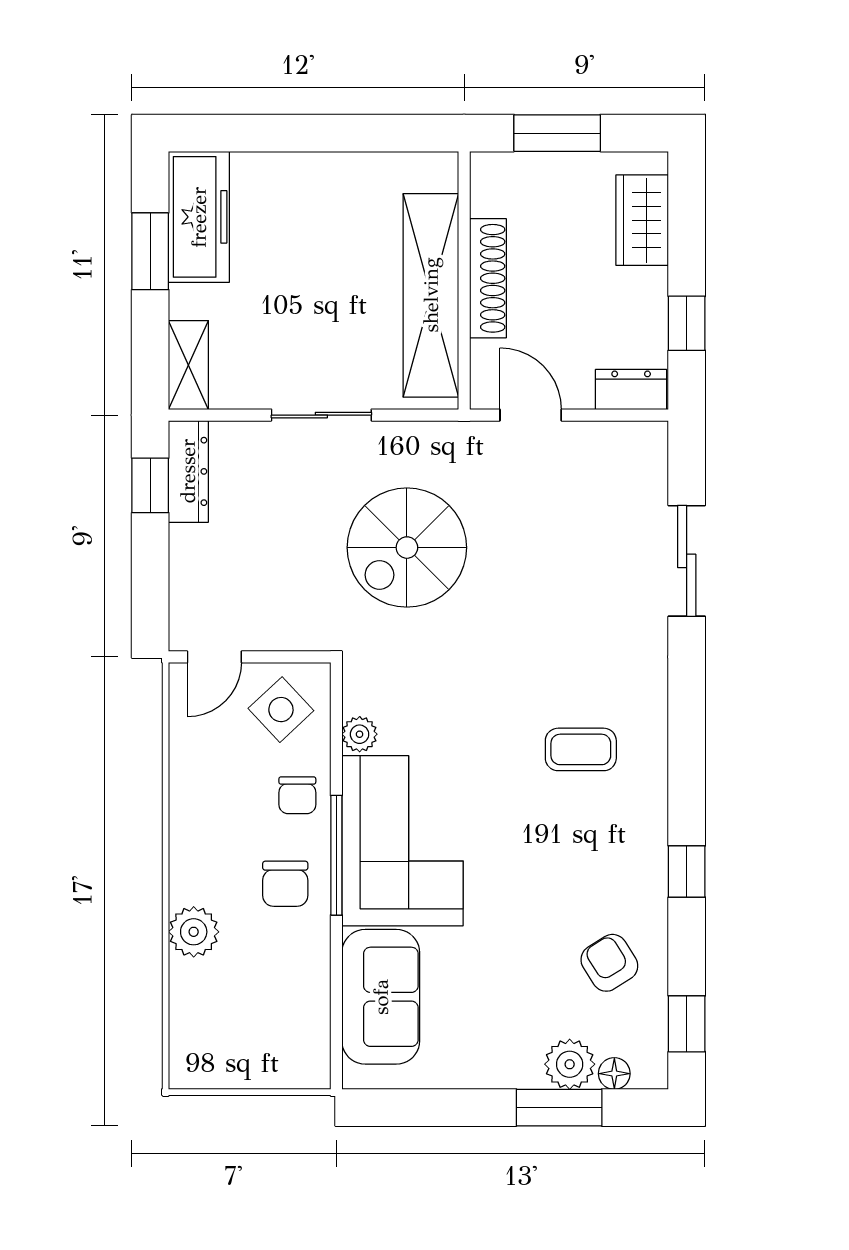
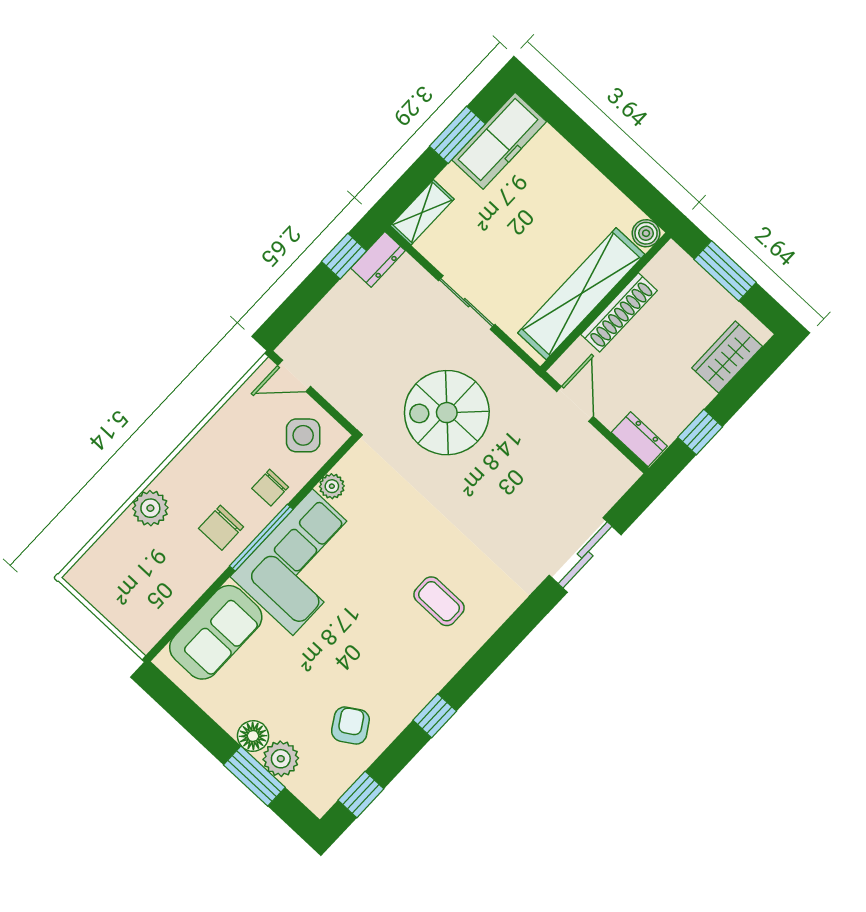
boiler: (439, 171) -> (646, 233), added
dresser: (188, 471) -> (378, 259), width x0.70
floor lamp: (614, 1074) -> (253, 736), moved, width x1.37, depth x1.37

